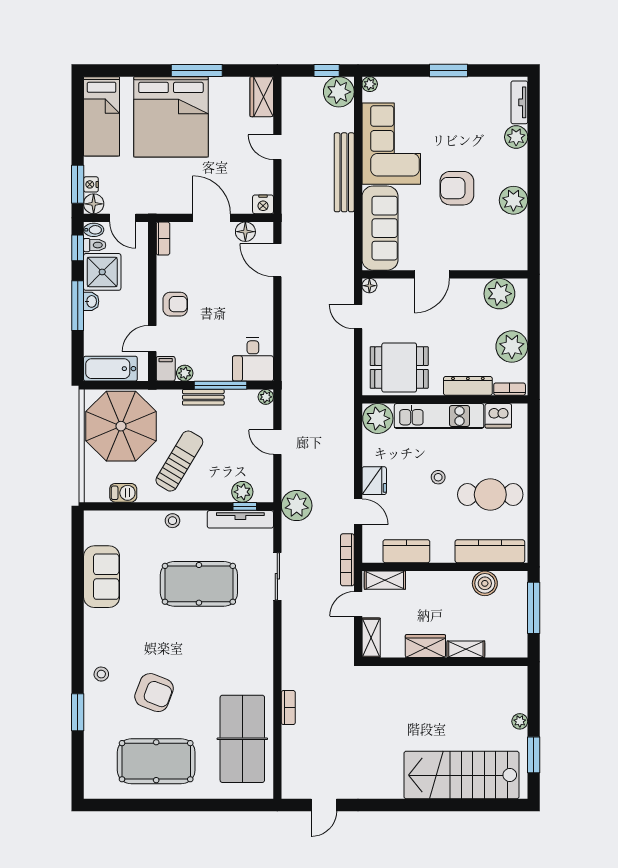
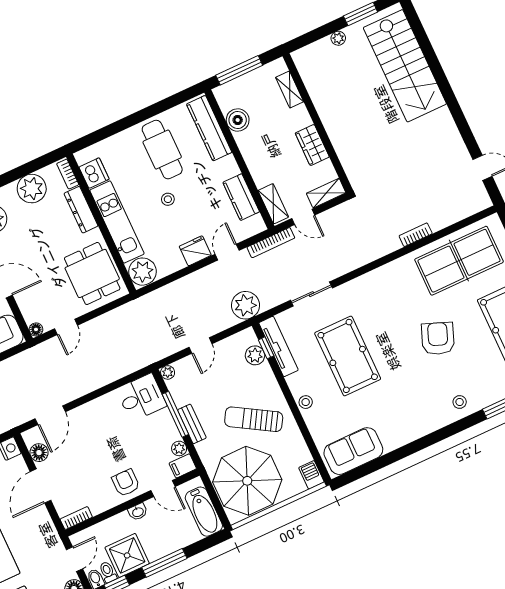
washbasin: (91, 301) -> (138, 512), moved, turned 180
barbecue: (123, 493) -> (311, 475), moved
sofa: (102, 577) -> (353, 451), moved
shelving: (466, 649) -> (290, 90), moved
armchair: (154, 693) -> (438, 338), moved

